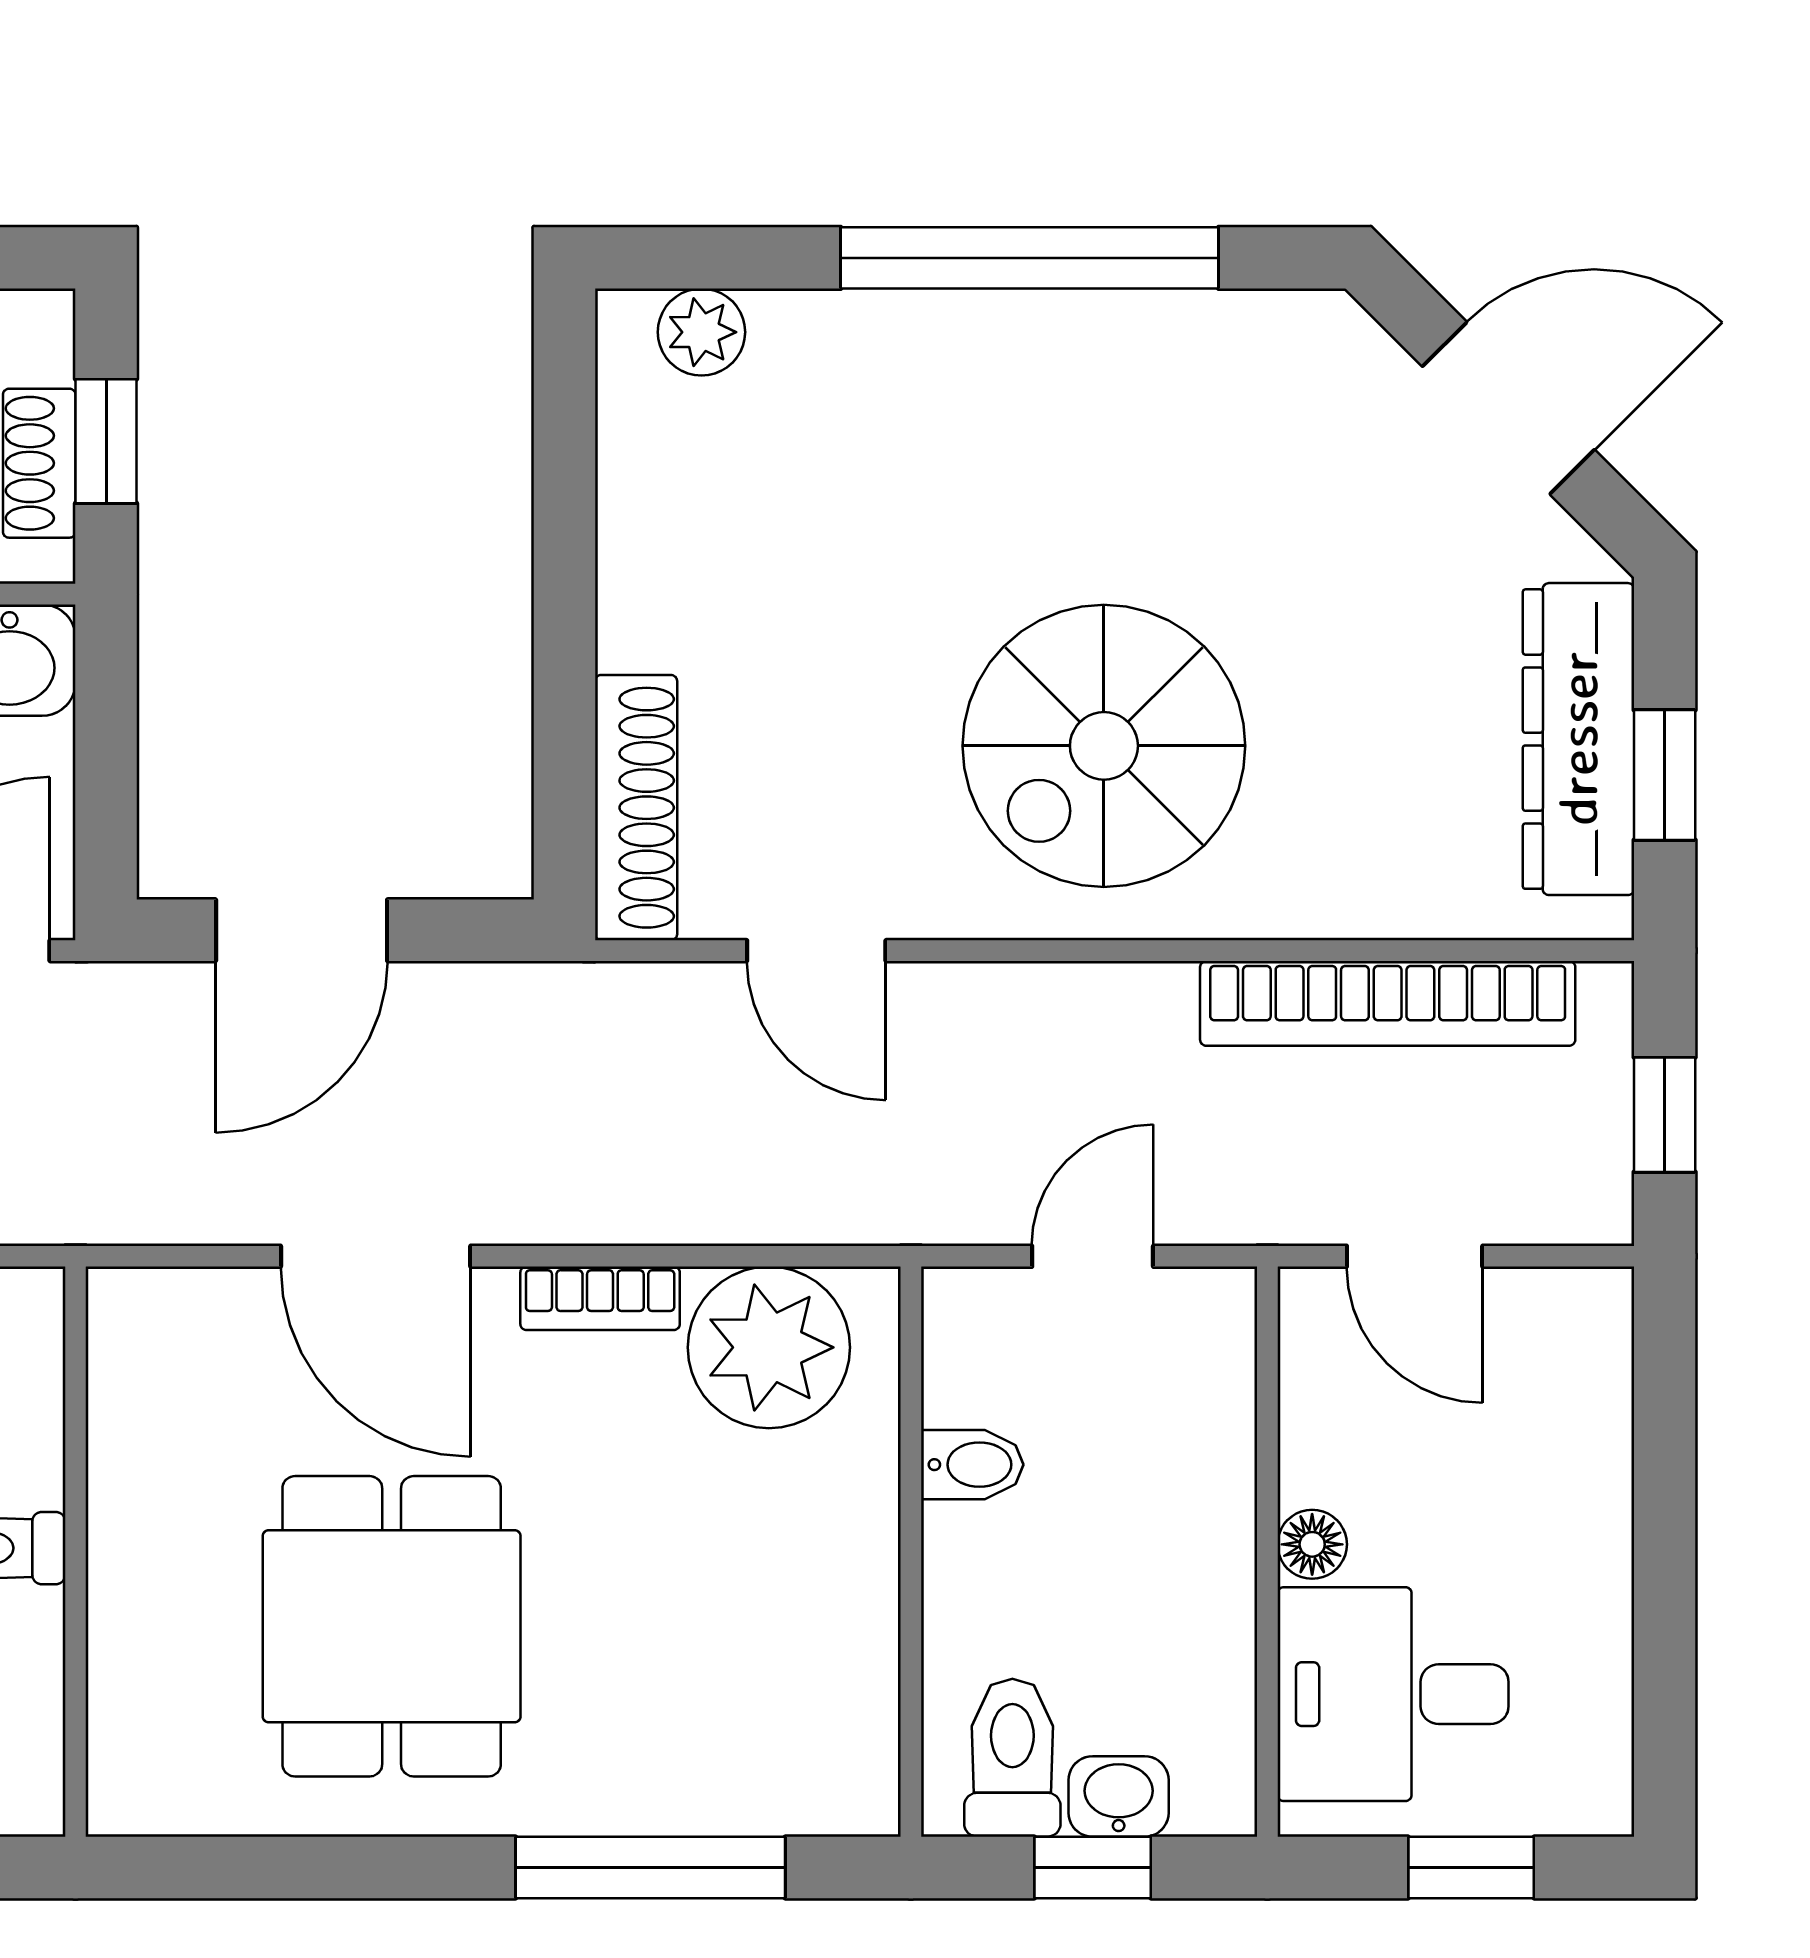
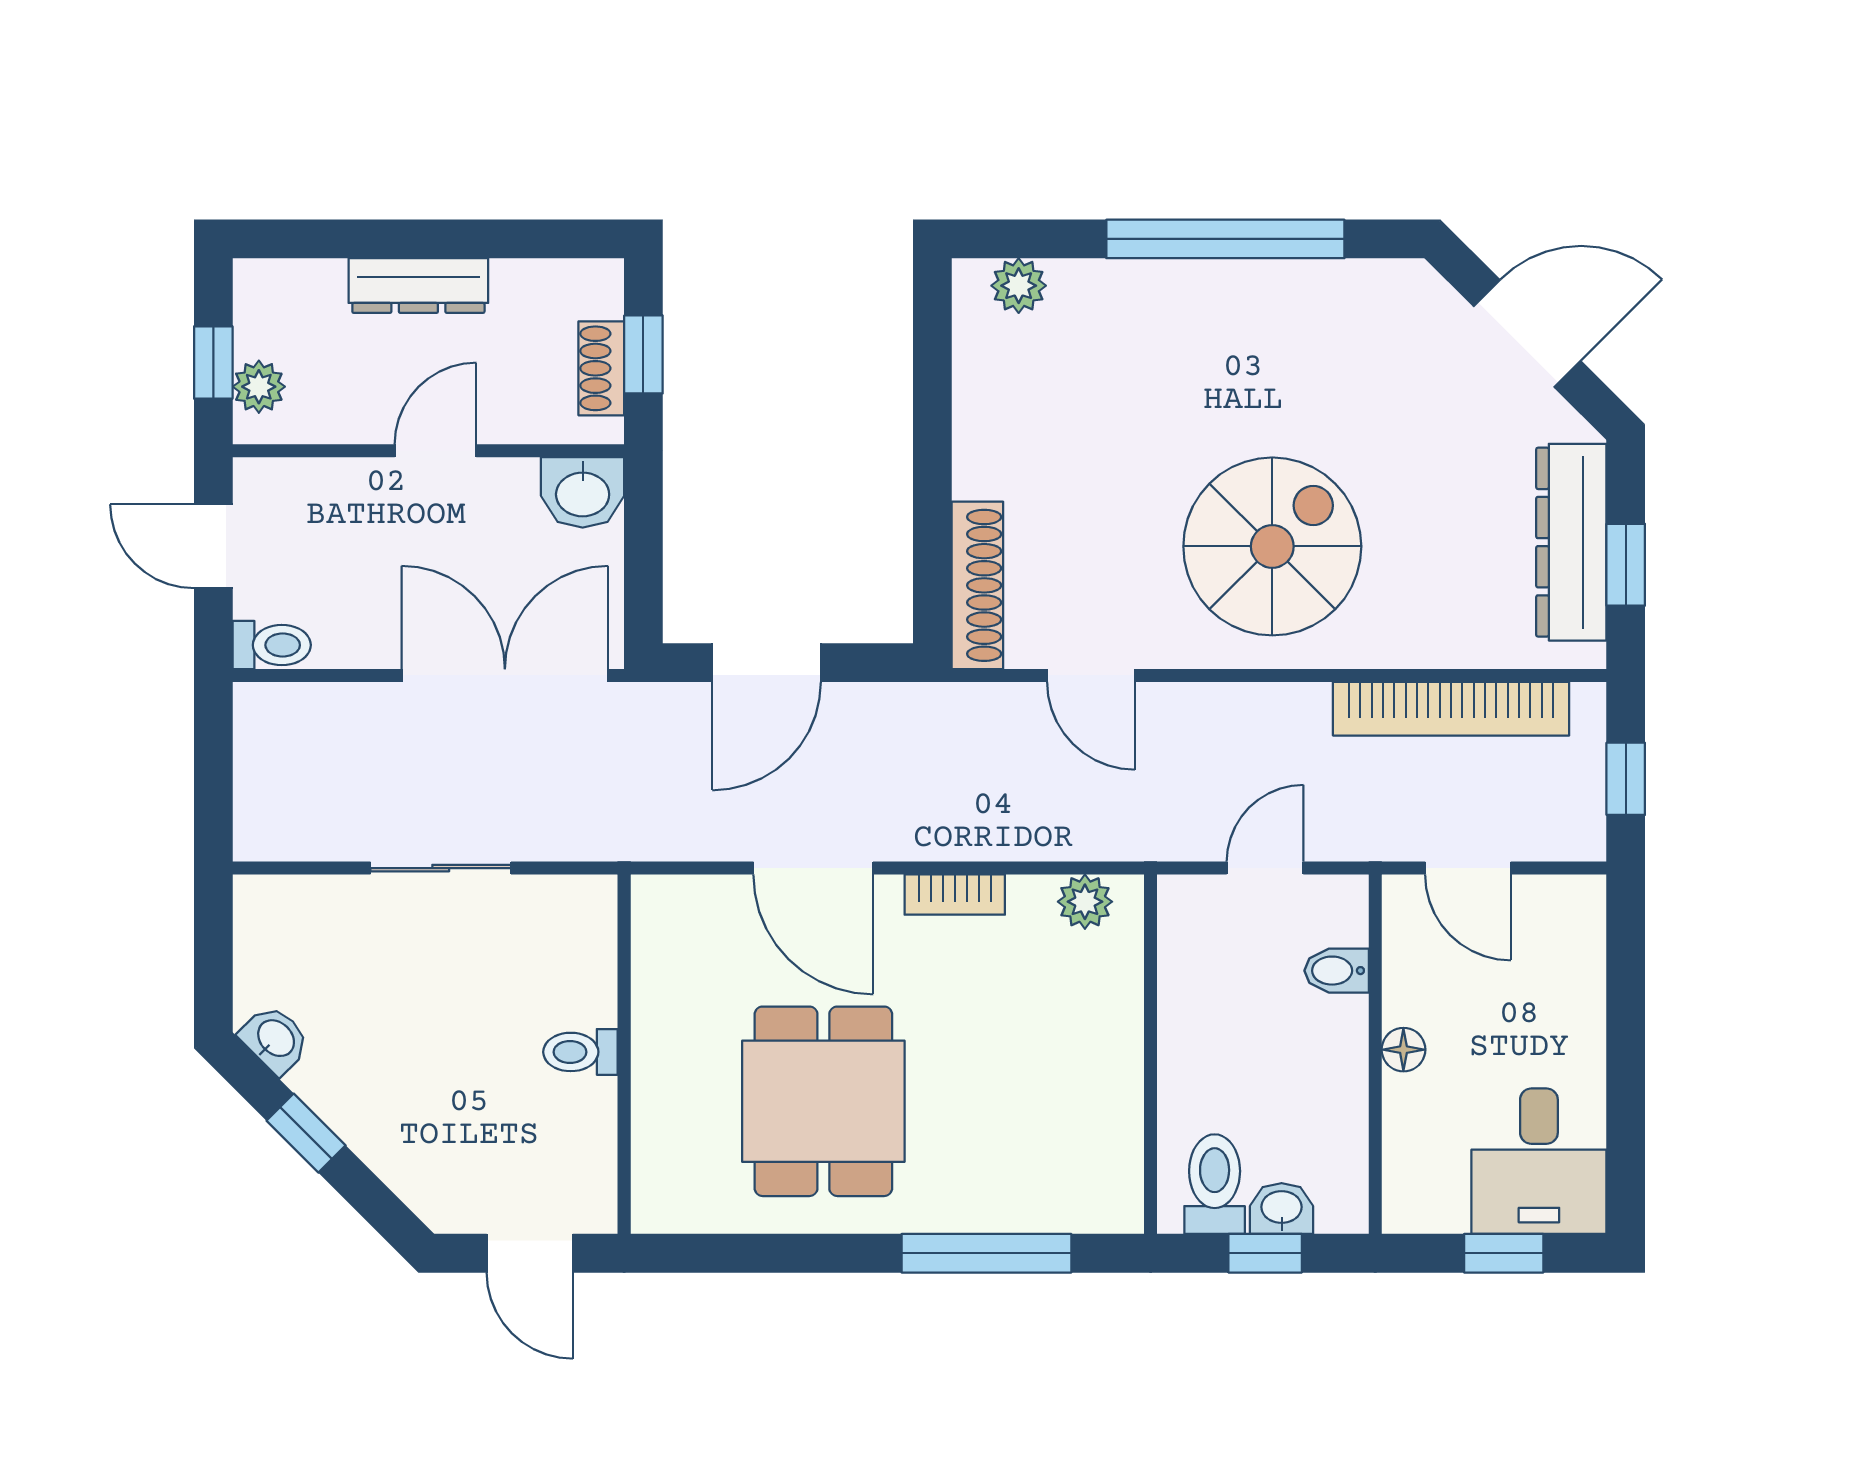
spiral stairs: (1104, 746) -> (1272, 546), turned 180
plant: (769, 1347) -> (1085, 902), width x0.53, depth x0.53
bidet: (972, 1465) -> (1337, 971), moved, turned 180
desk: (1393, 1694) -> (1539, 1161), moved, turned -90

